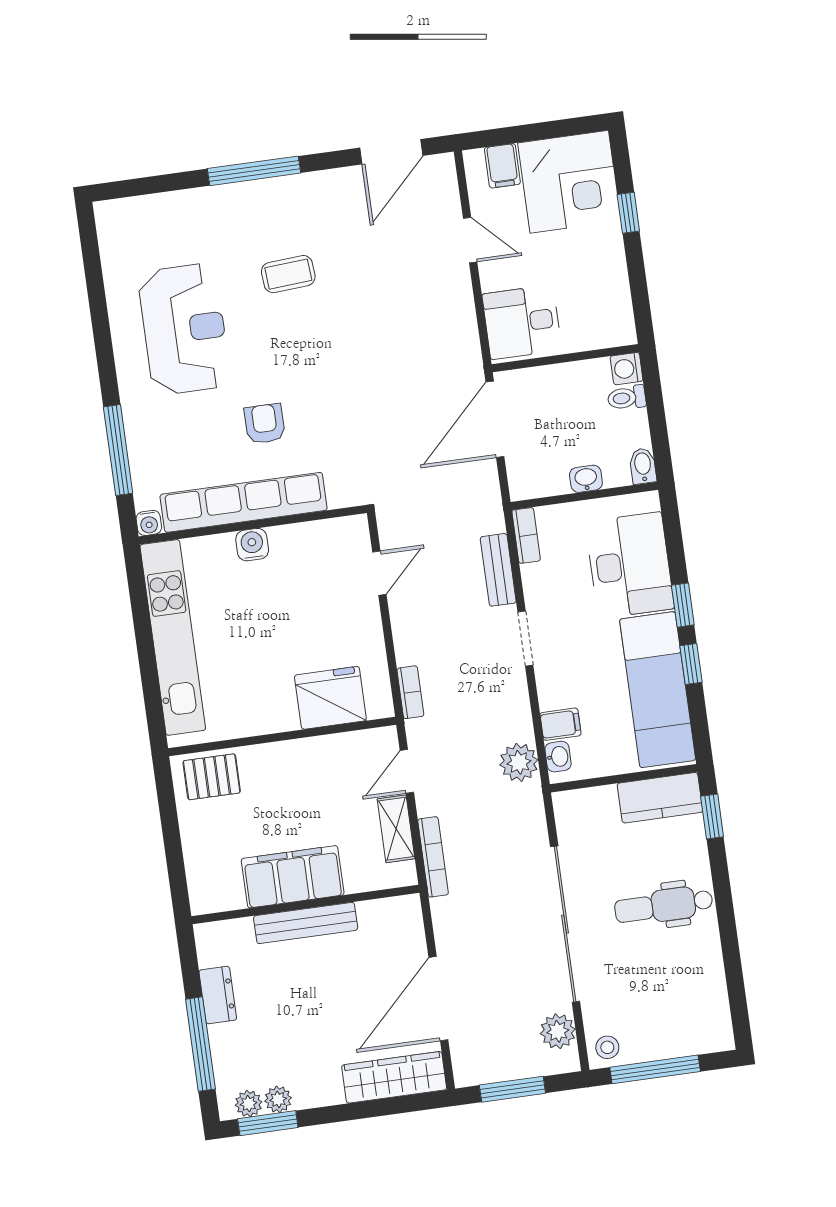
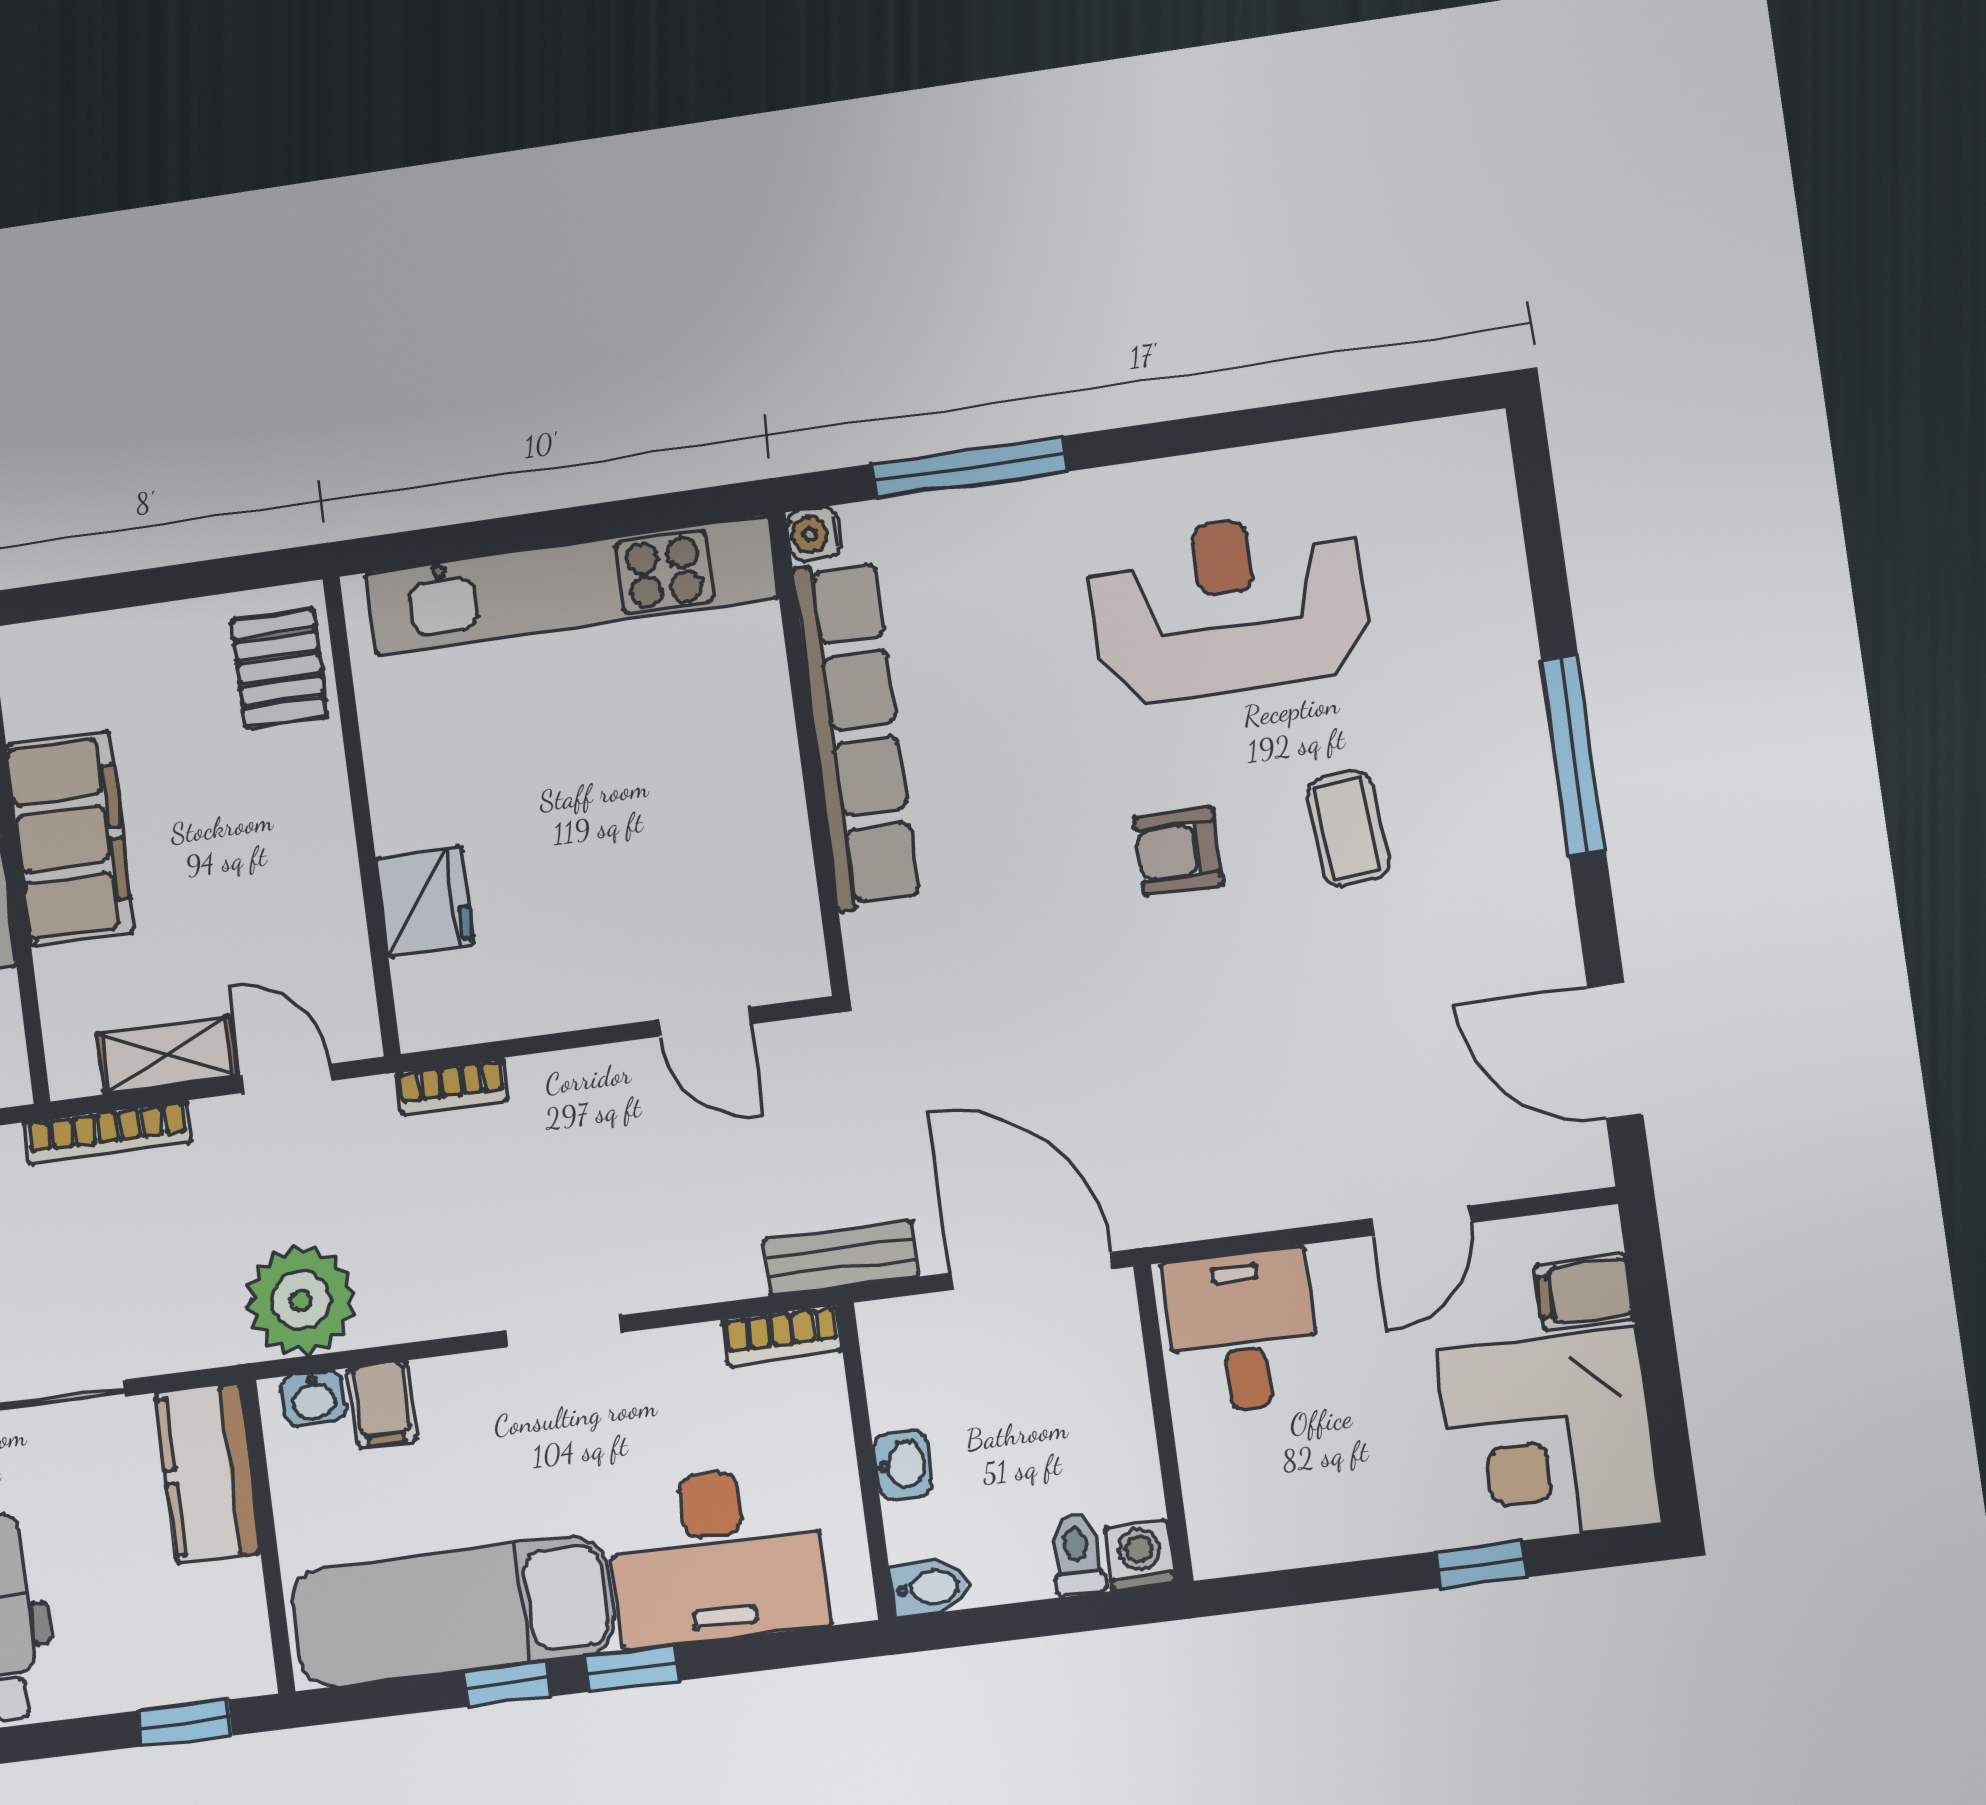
reception desk: (184, 329) -> (1229, 607), turned 180
armchair: (265, 424) -> (1179, 851), moved, turned 180
water cooler: (252, 545) -> (766, 752), removed
bench: (498, 570) -> (841, 1258), moved
fridge: (330, 698) -> (425, 902), width x0.73, depth x0.75
plant: (519, 762) -> (301, 1300), width x1.36, depth x1.36
kitchen counter: (660, 798) -> (208, 1473), moved

